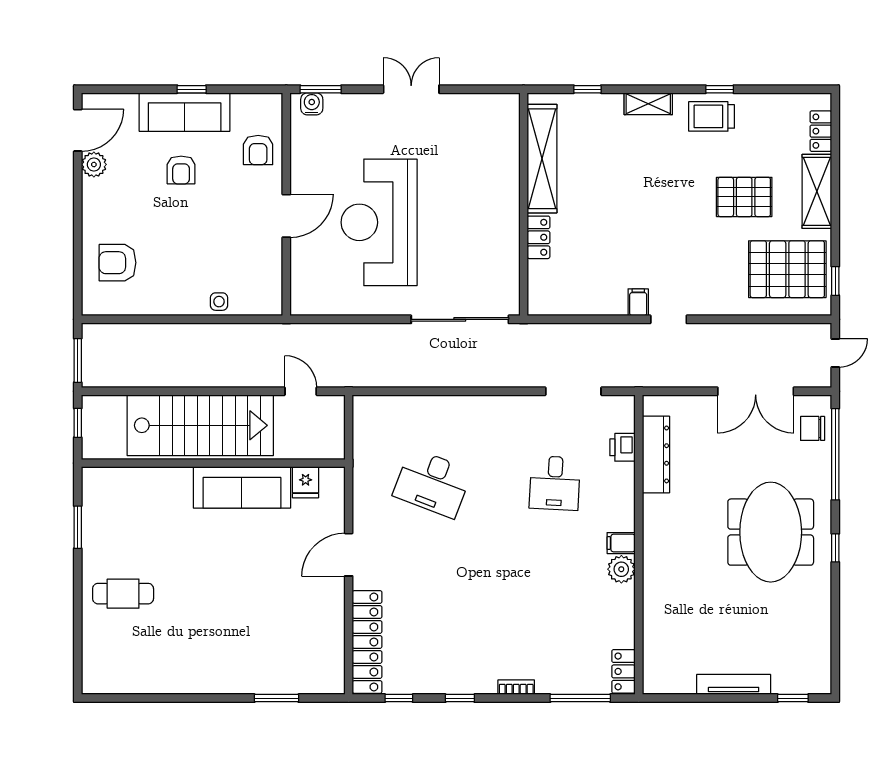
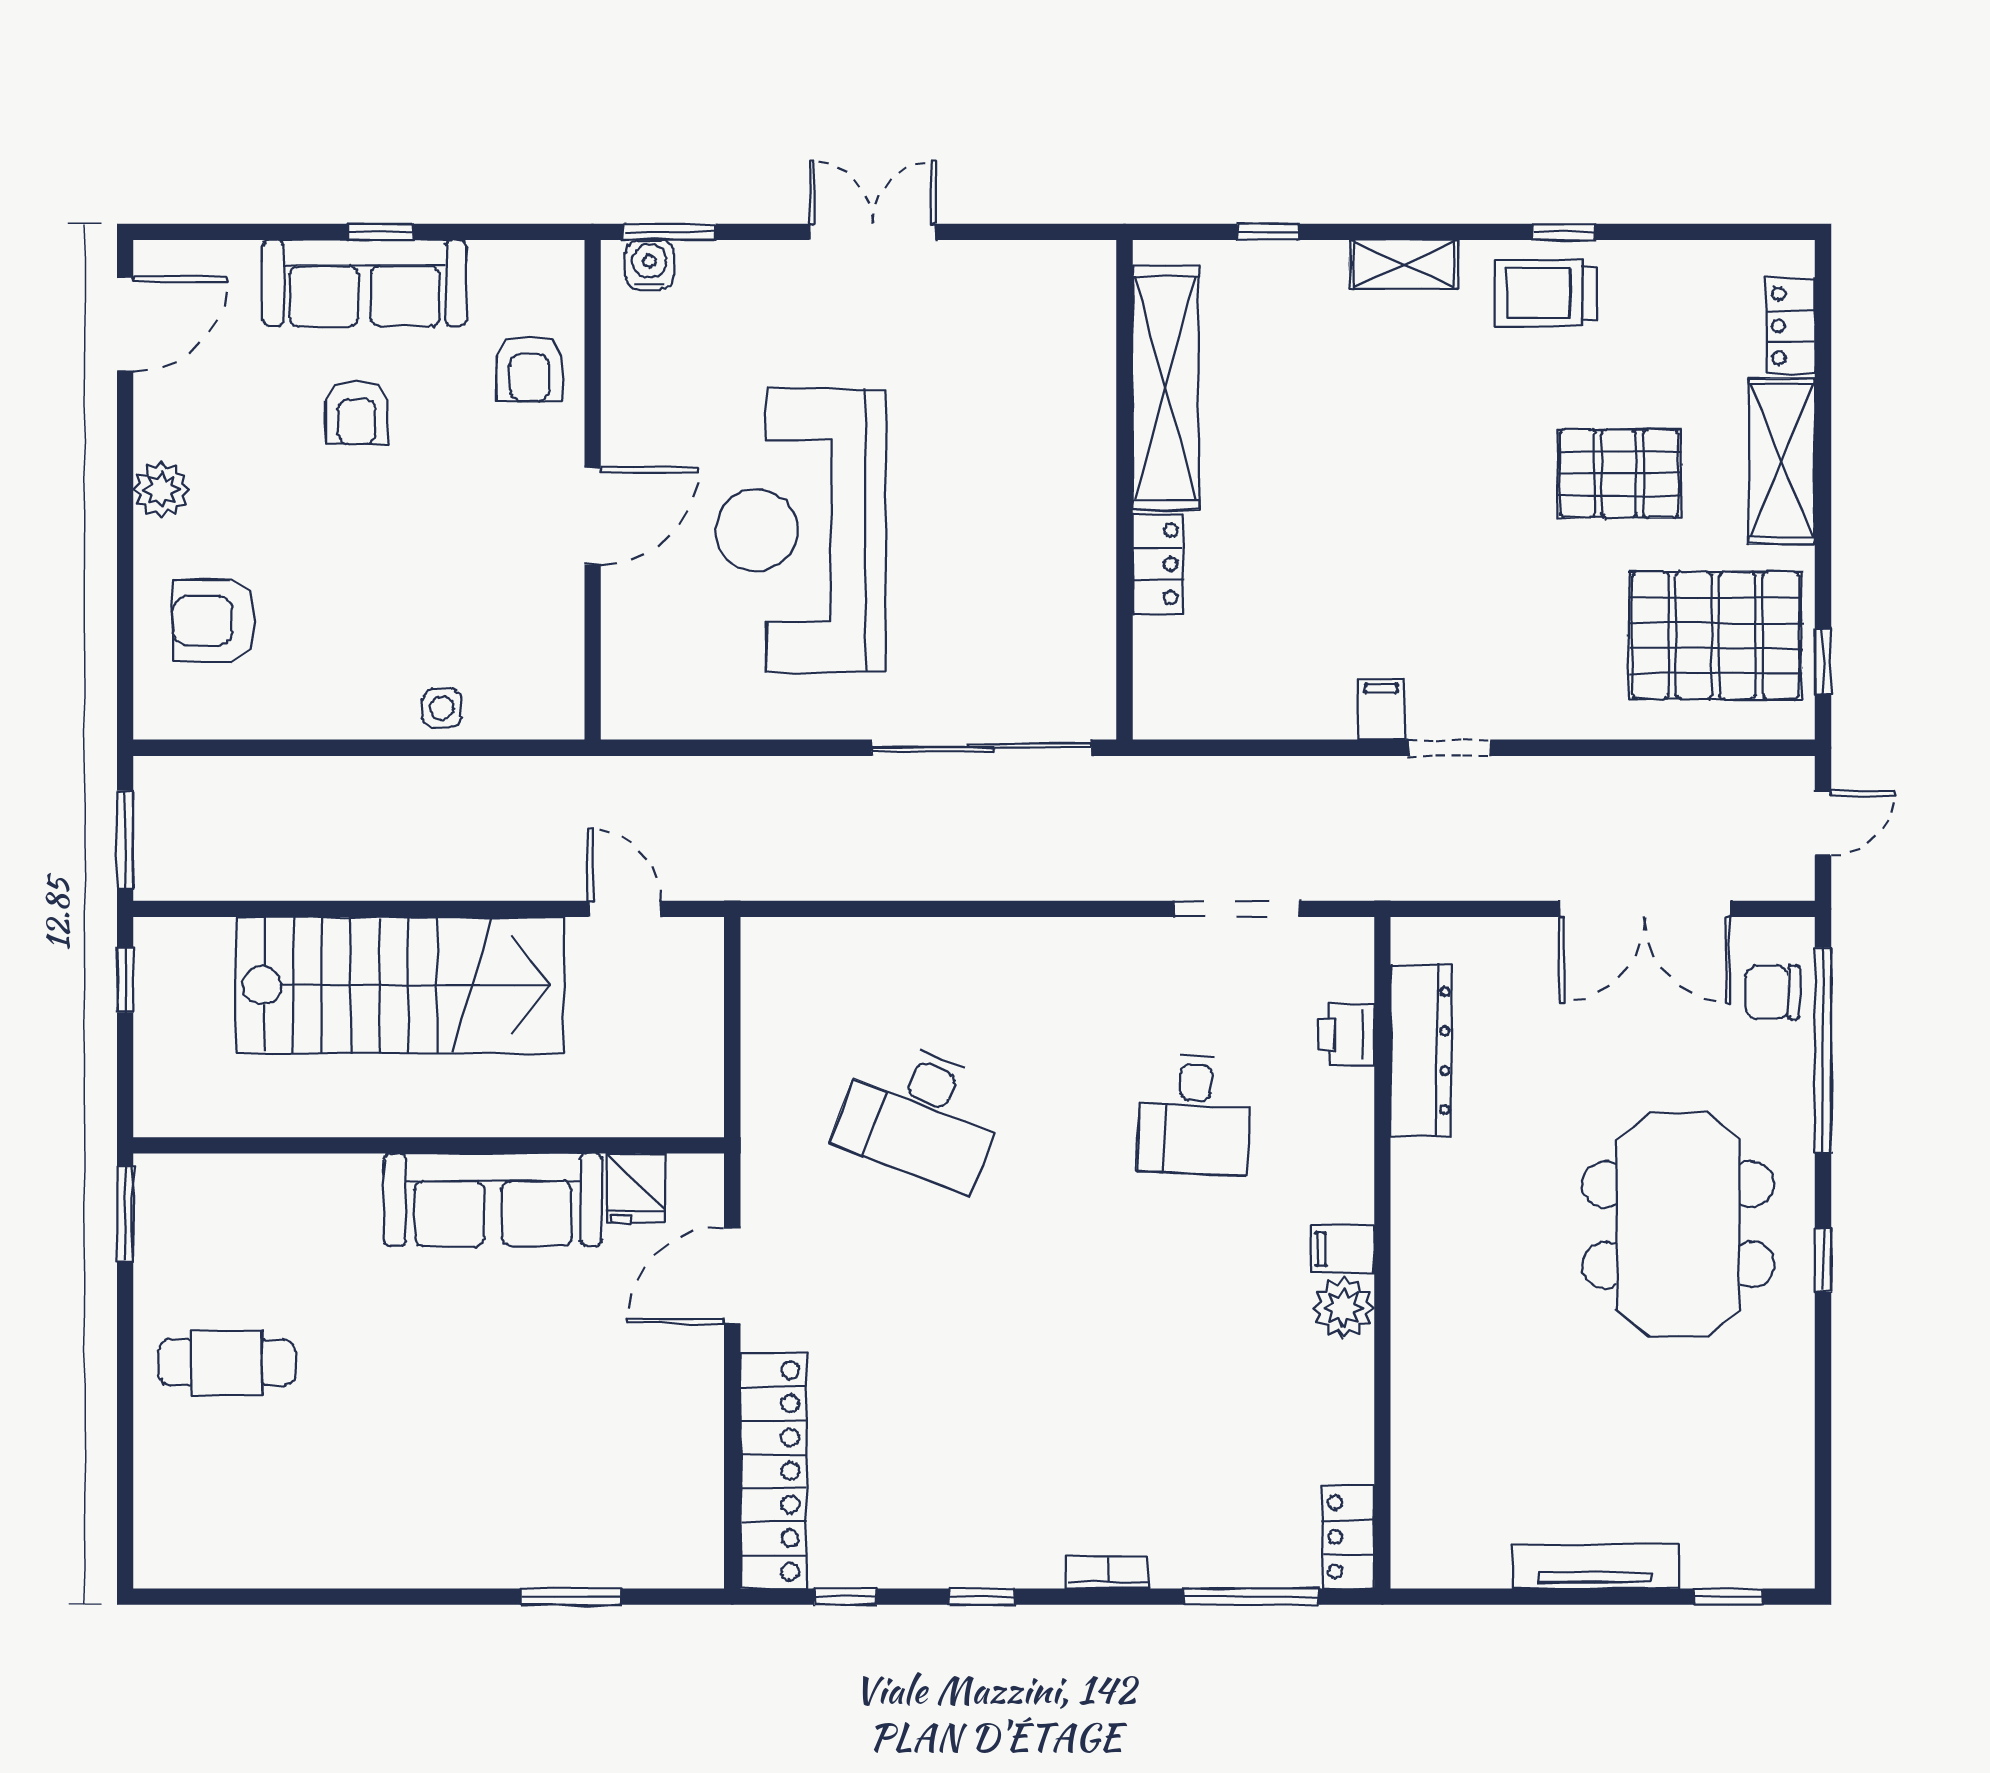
plant: (94, 164) -> (161, 489), moved
wall: (213, 463) -> (429, 1145), moved
fridge: (306, 482) -> (636, 1188), moved
sofa: (242, 487) -> (493, 1200), moved

